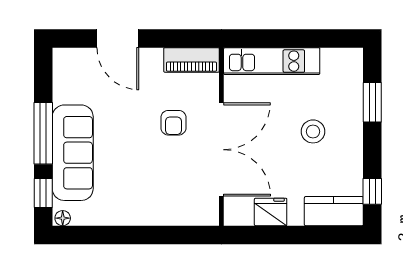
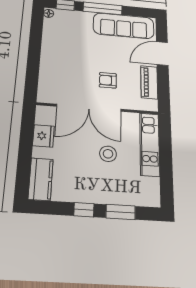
piano: (191, 60) -> (149, 82), moved
stool: (313, 131) -> (108, 154), moved
sofa: (73, 153) -> (124, 26), moved
window: (372, 191) -> (84, 210), moved

